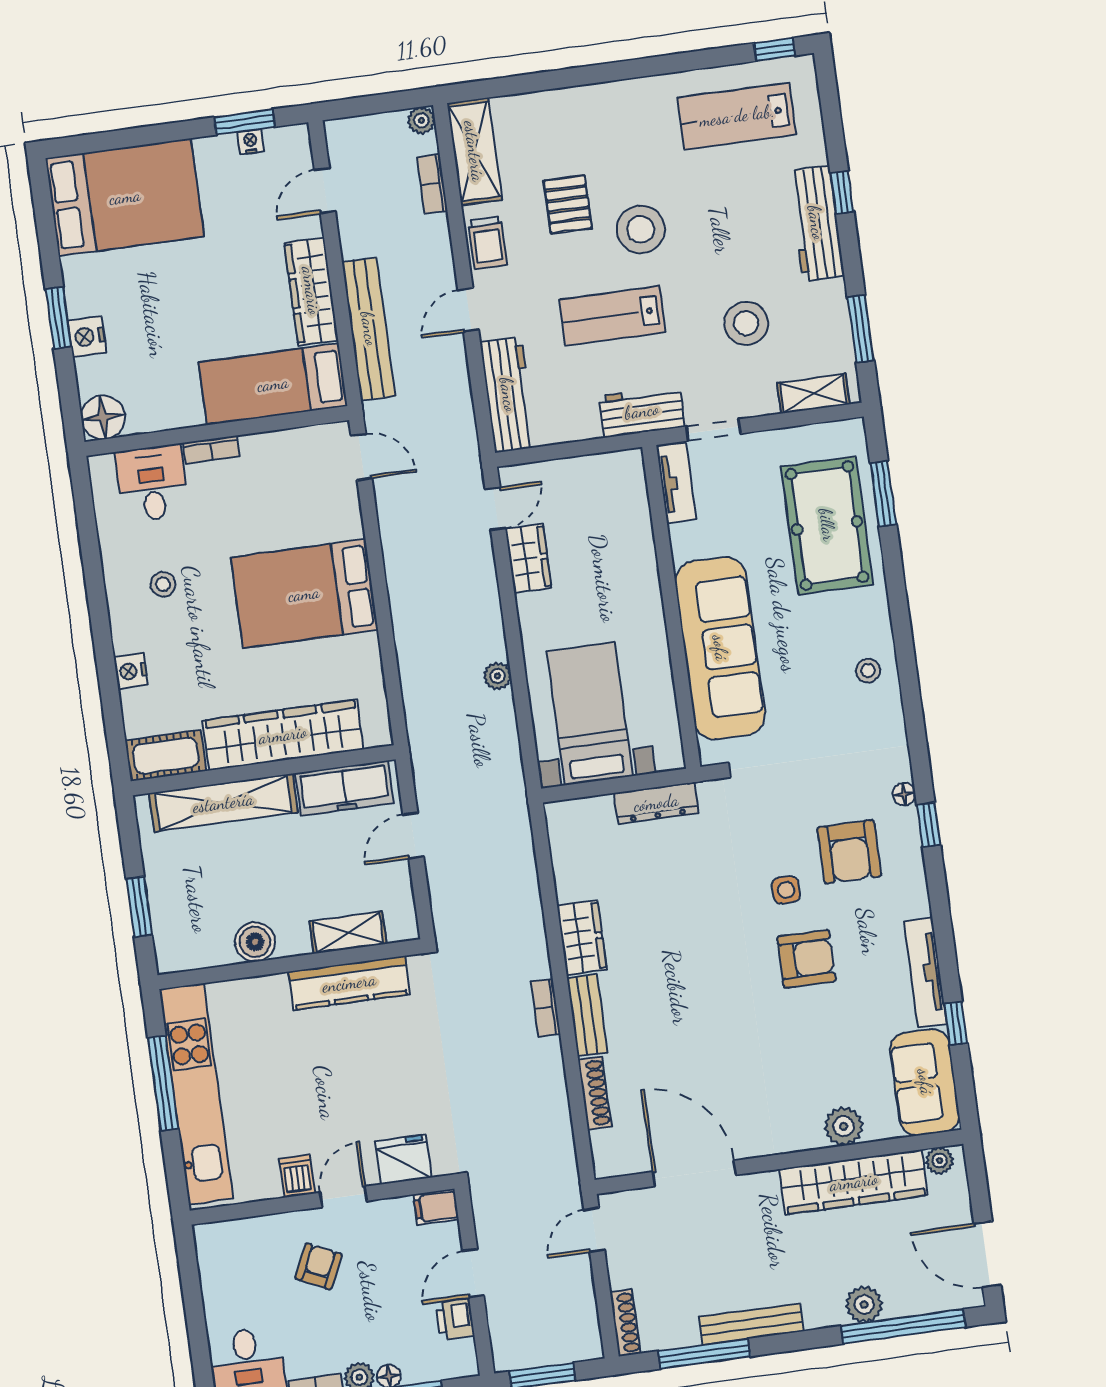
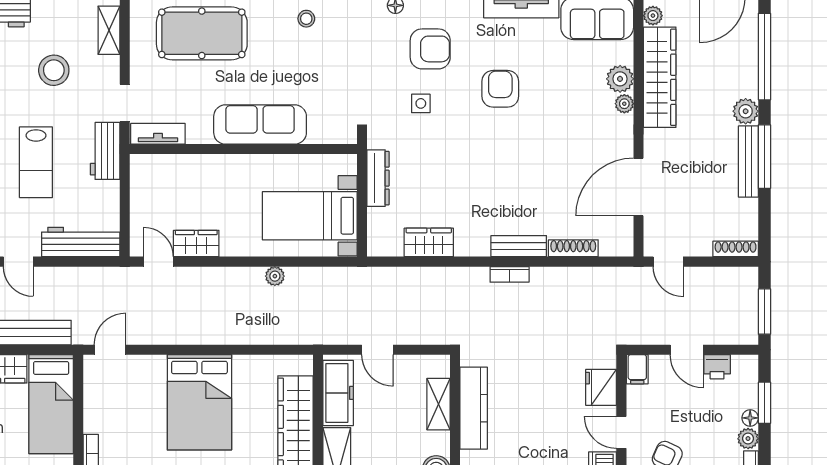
sofa: (720, 648) -> (260, 125), width x0.74, depth x0.79
side table: (786, 890) -> (421, 103), moved
wardrobe: (582, 938) -> (429, 242), moved
plant: (809, 1137) -> (624, 104), added
plant: (864, 1305) -> (746, 111), moved
window: (704, 1354) -> (764, 157), moved

